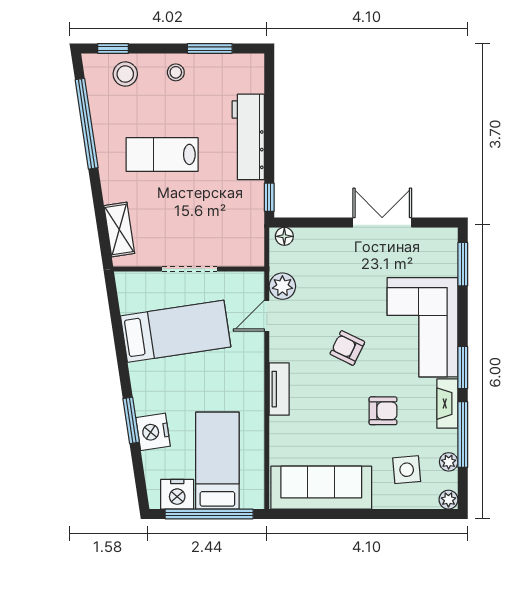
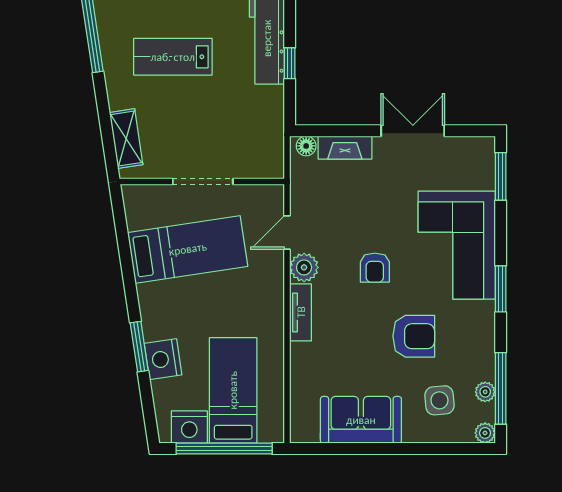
window: (269, 197) -> (290, 63), moved
plant: (282, 286) -> (304, 267), moved
armchair: (347, 348) -> (375, 268), turned -116
fireplace: (447, 404) -> (345, 148), moved, turned -90
armchair: (383, 411) -> (414, 336), width x1.38, depth x1.38
window: (463, 435) -> (501, 388), moved
sofa: (321, 488) -> (361, 420), width x0.73

